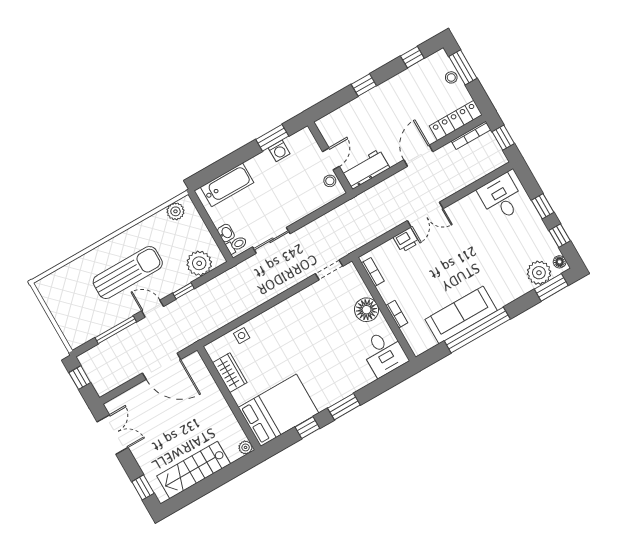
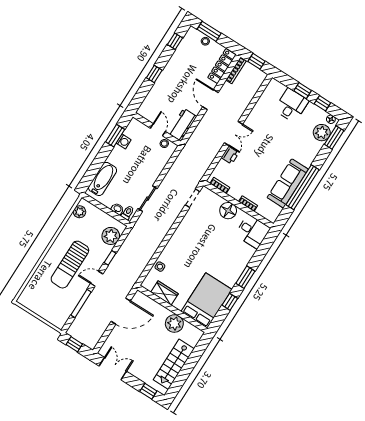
desk: (501, 198) -> (291, 105), moved, turned 90
sun lounger: (128, 273) -> (70, 265), turned 180
plant: (246, 447) -> (174, 324), moved, width x1.88, depth x1.88

